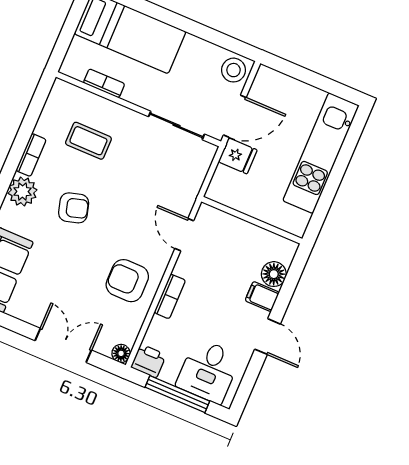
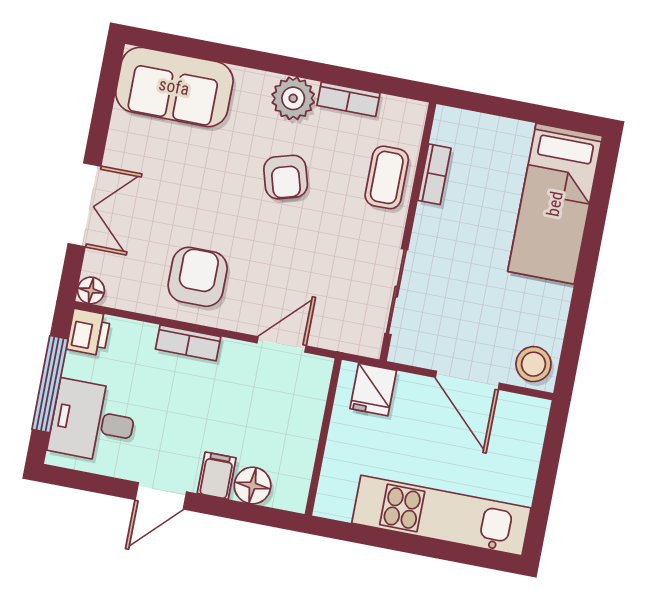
bookcase: (104, 83) -> (434, 174), moved
wall: (138, 109) -> (408, 232), moved
sliding door: (177, 125) -> (396, 292), moved
fridge: (238, 156) -> (373, 389), moved

